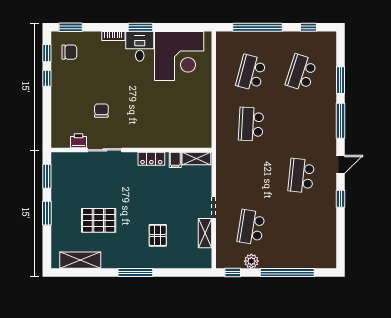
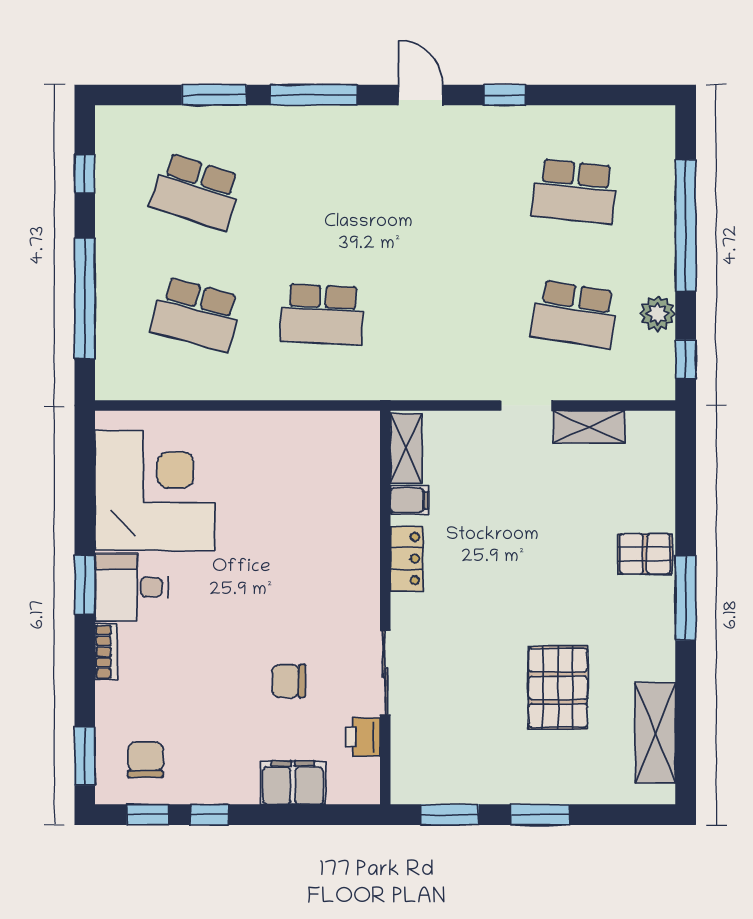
filing cabinet: (60, 112) -> (293, 783), added
school desk: (301, 176) -> (574, 191), moved
pallet: (158, 235) -> (645, 554), moved

